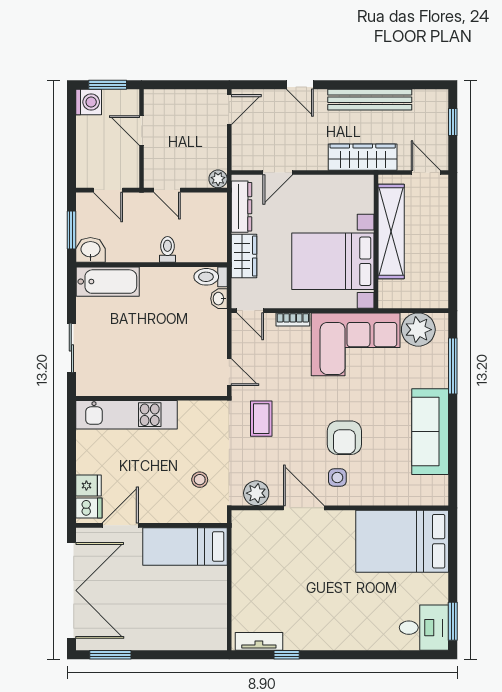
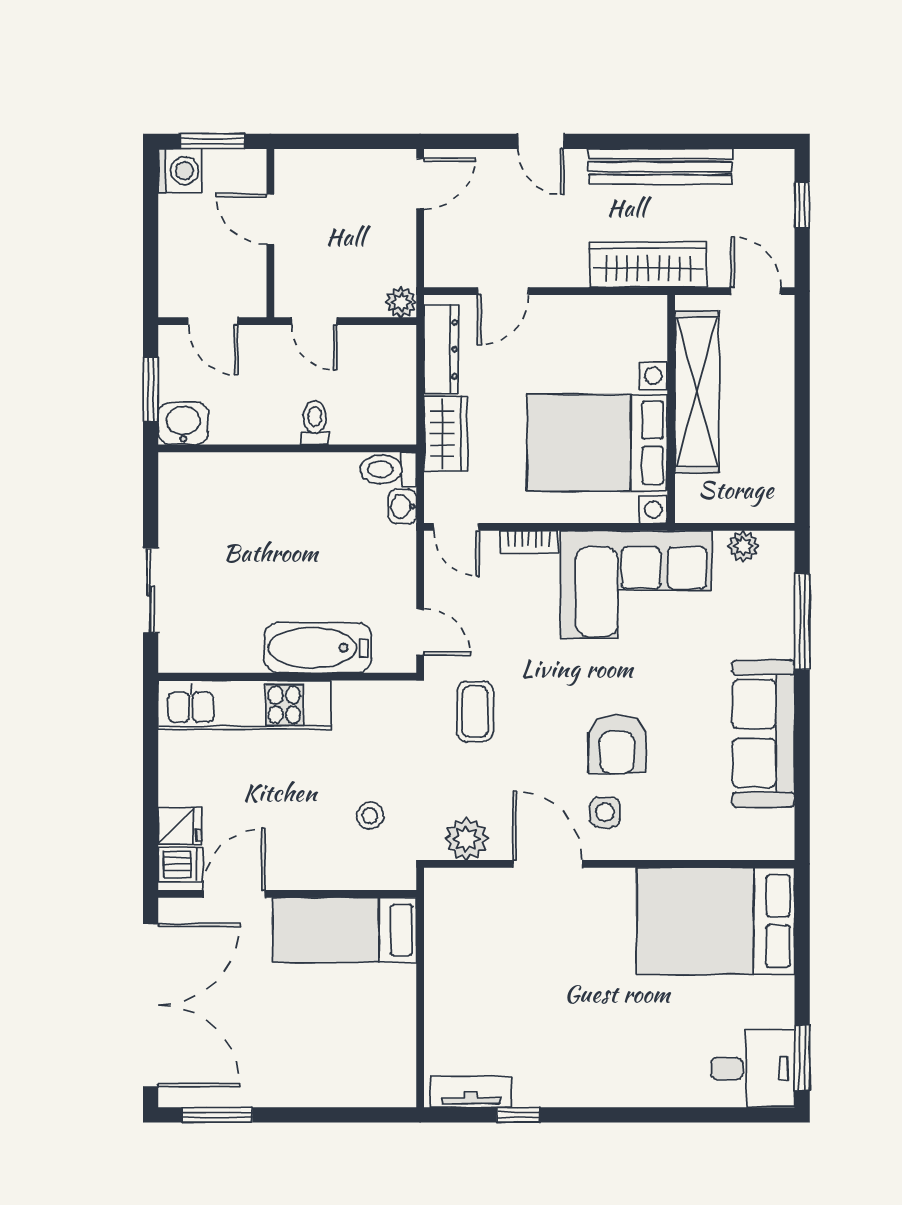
bathtub: (108, 282) -> (318, 648), moved, turned 180
plant: (418, 330) -> (743, 546), width x0.53, depth x0.53

